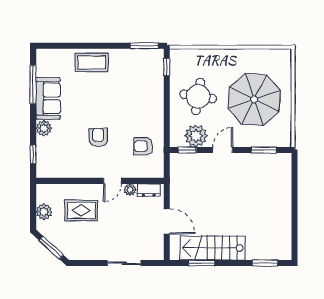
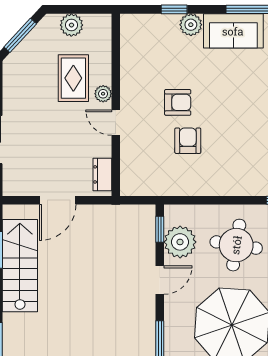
armchair: (143, 146) -> (188, 141), moved
door: (223, 150) -> (160, 280), hinge flipped
window: (33, 154) -> (174, 9), moved
plant: (130, 190) -> (103, 94), moved

